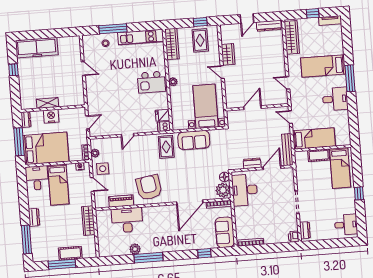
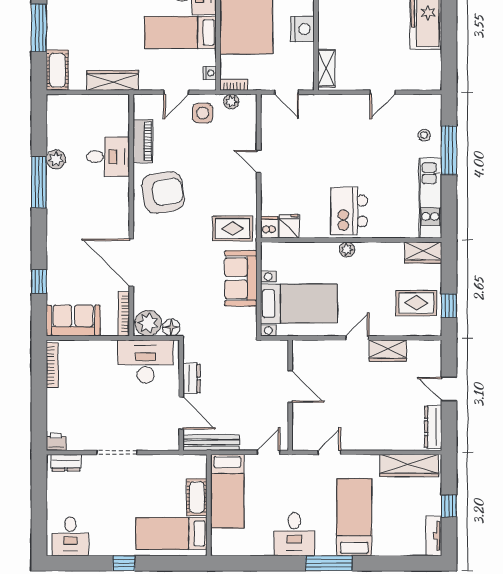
wardrobe: (172, 44) -> (423, 253), width x0.67
shelving: (48, 103) -> (326, 68), moved
desk: (127, 220) -> (108, 157), width x0.73
cot: (70, 253) -> (57, 70), moved

